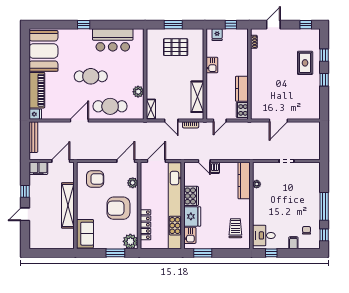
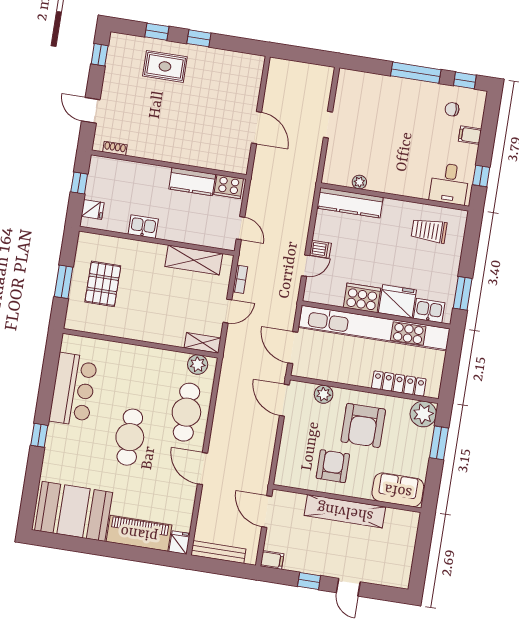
plant: (138, 92) -> (198, 364), moved
filing cabinet: (38, 168) -> (272, 560), width x0.50
armchair: (95, 179) -> (333, 466), moved

